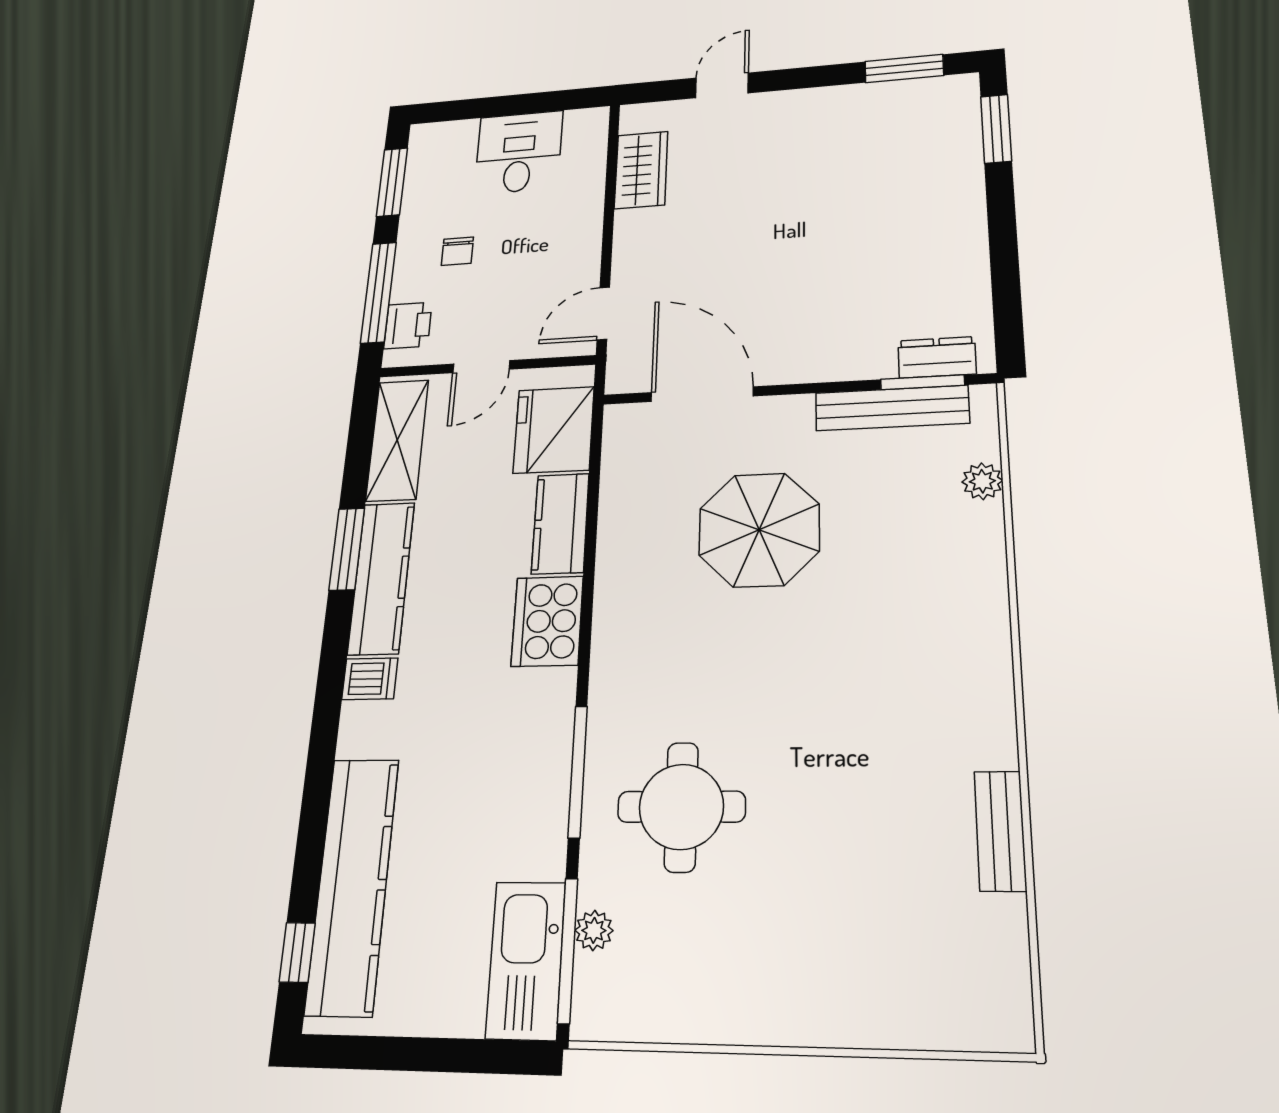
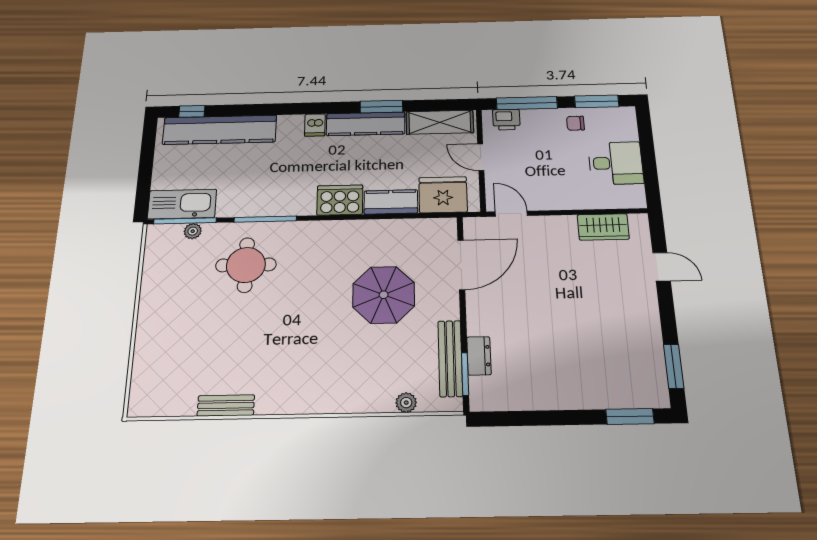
chair: (457, 251) -> (575, 123), moved
dresser: (937, 357) -> (479, 356), moved

